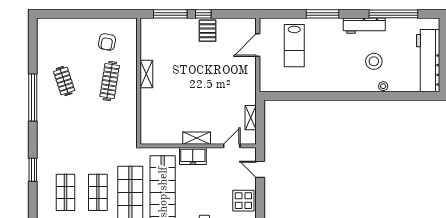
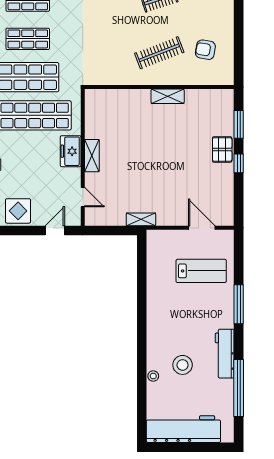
window: (170, 14) -> (239, 124), width x0.69
pallet: (208, 31) -> (222, 149), moved, turned 90
lab bench: (294, 46) -> (201, 271), turned 180
clothes rail: (110, 81) -> (159, 53), turned -30
shelving: (251, 118) -> (141, 219), moved

